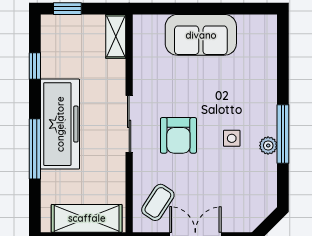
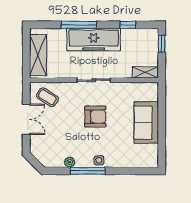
armchair: (178, 135) -> (95, 117), moved, turned 180
side table: (232, 138) -> (99, 160), moved
plant: (268, 146) -> (70, 162), moved

